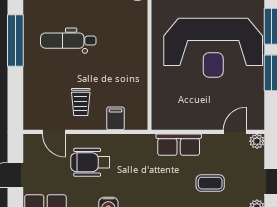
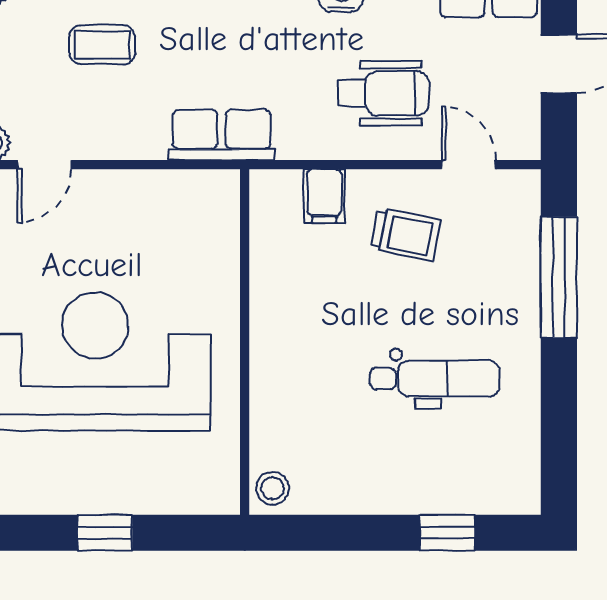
window: (15, 40) -> (559, 277), moved
trolley: (81, 102) -> (406, 235), turned 101
row of seats: (179, 145) -> (222, 135), moved

